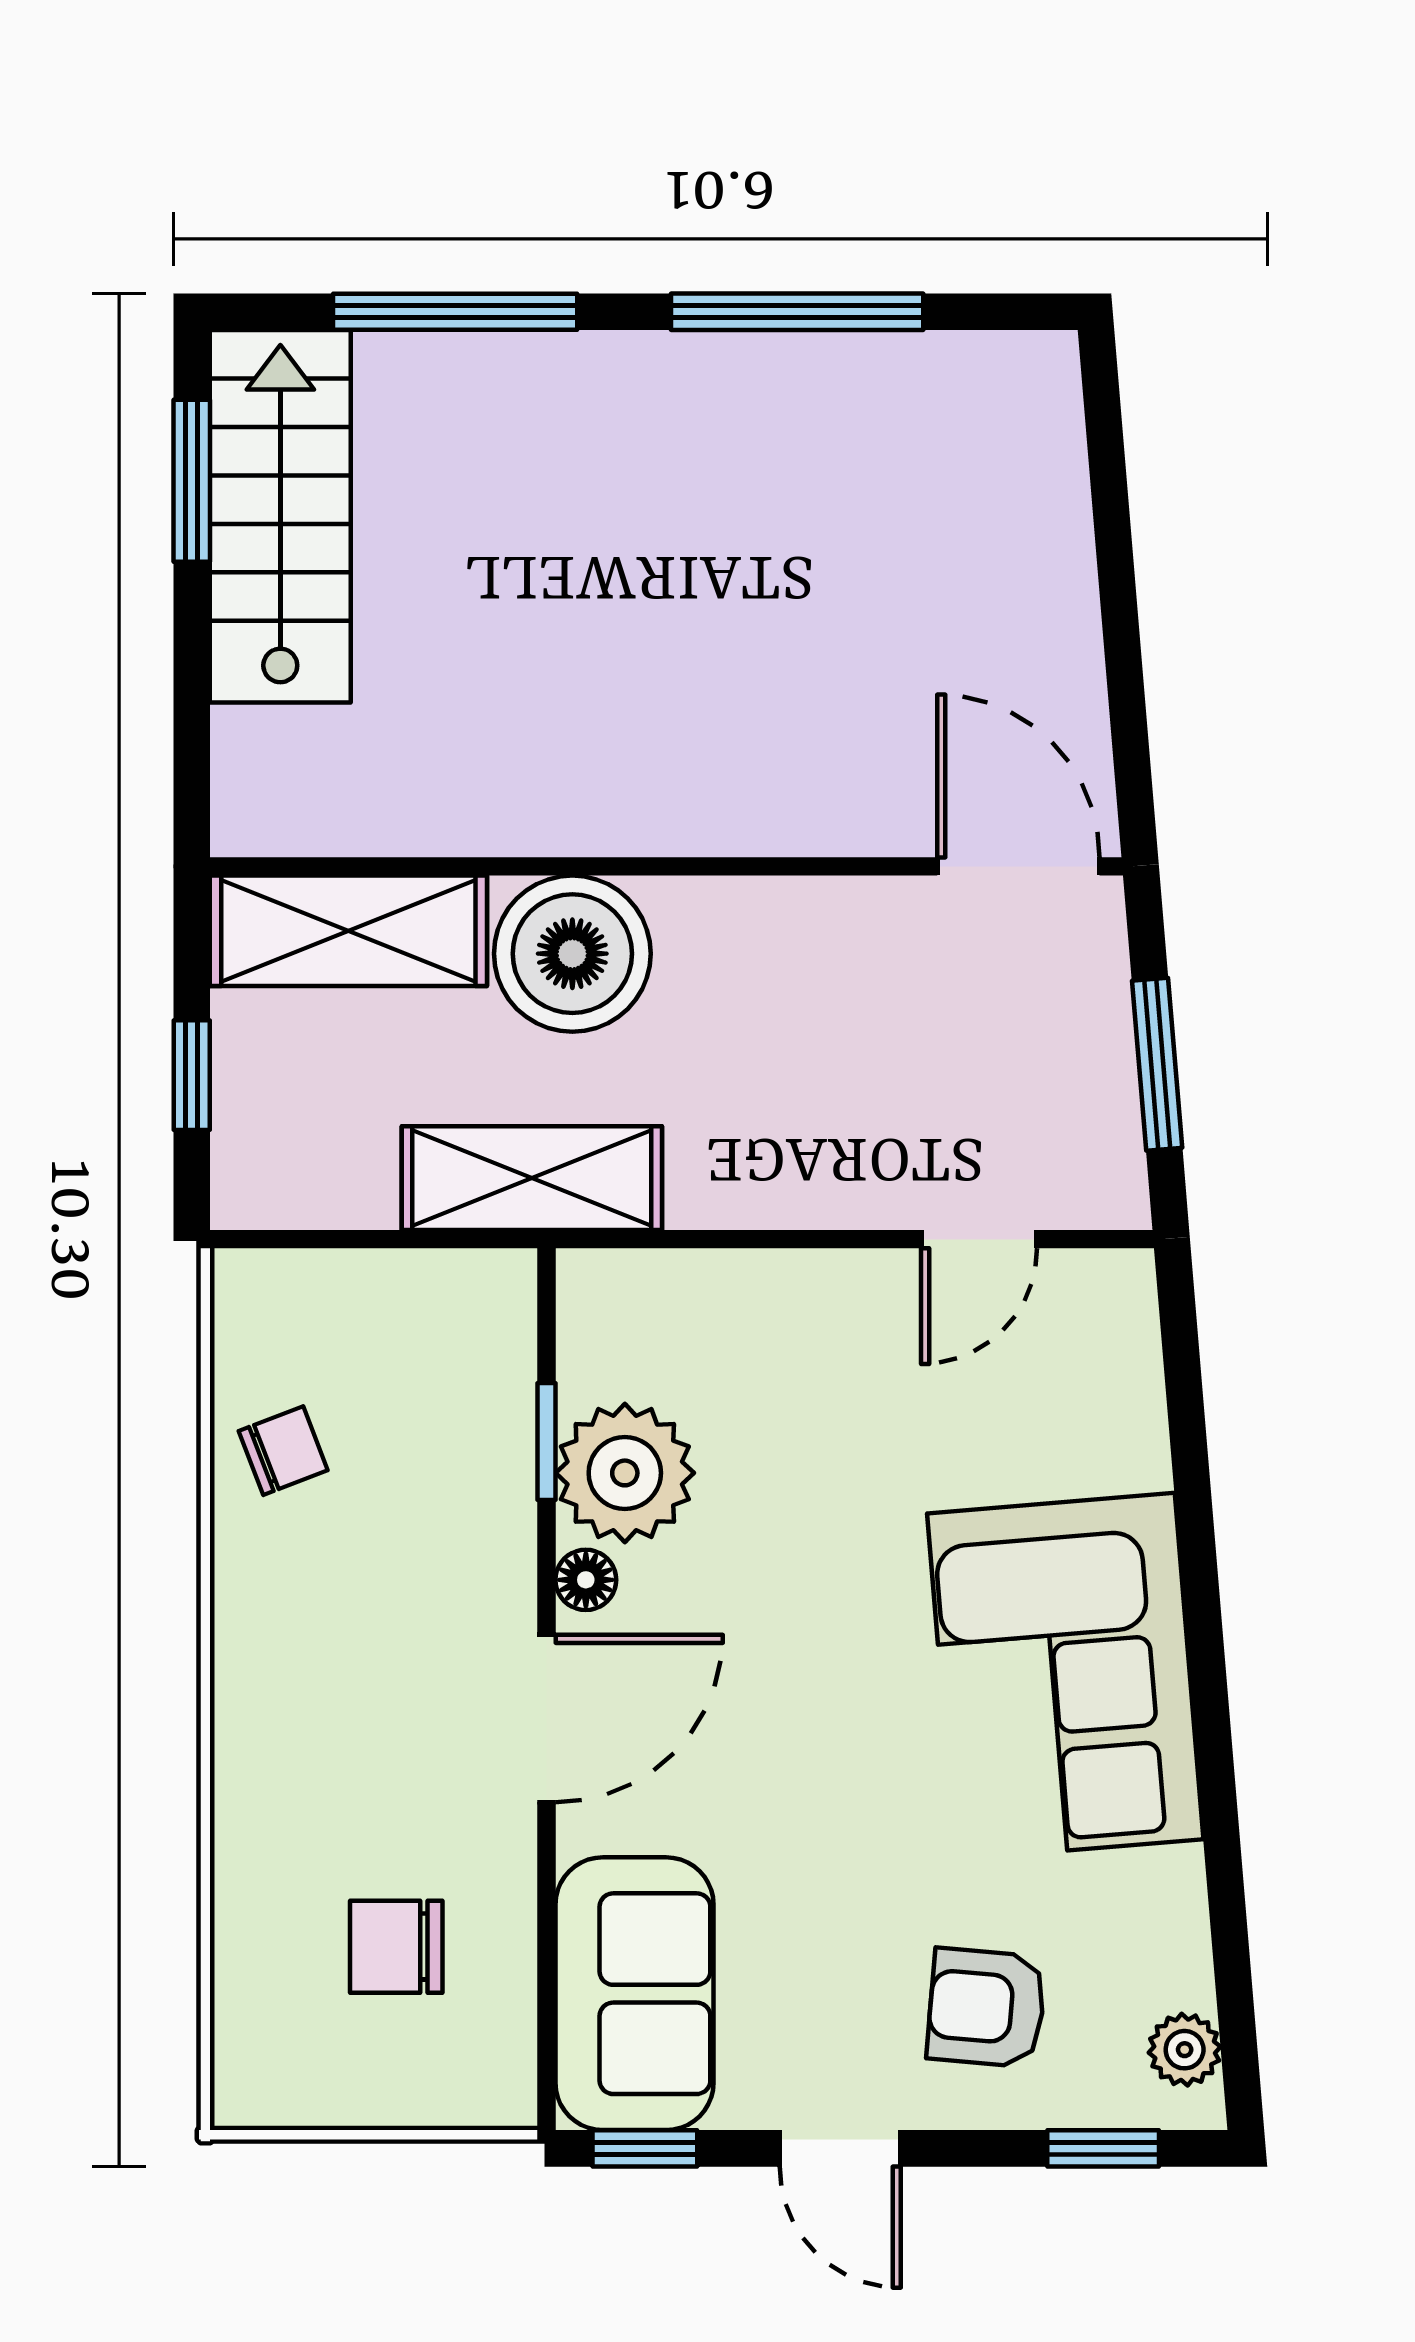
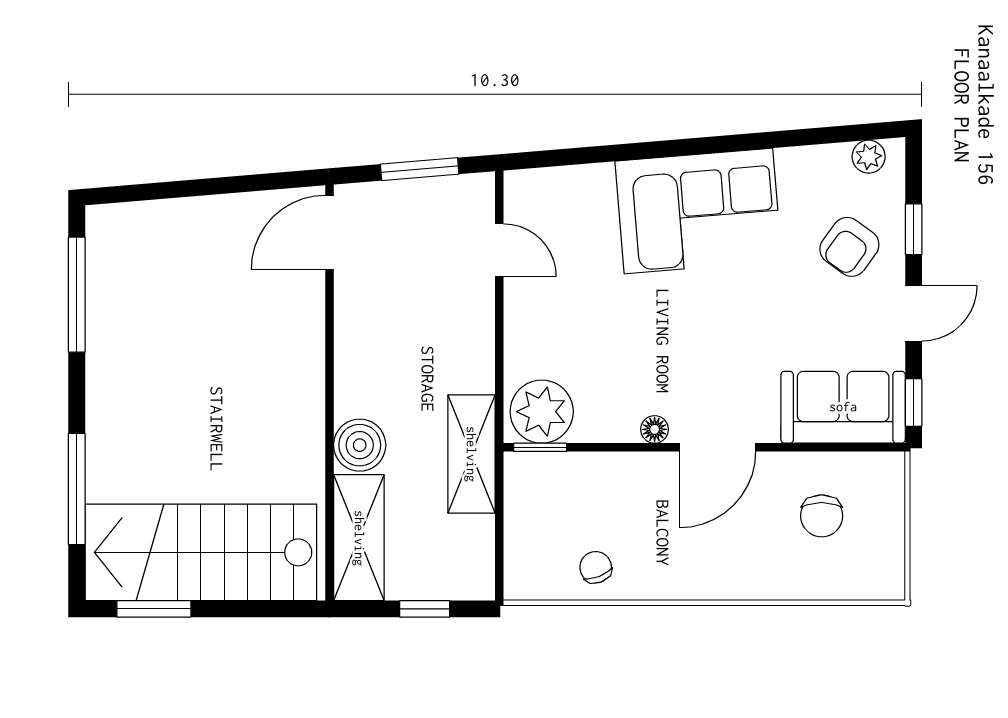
window: (797, 312) -> (77, 295), moved
stairs: (280, 516) -> (201, 552), width x1.36, depth x1.51
boiler: (572, 954) -> (360, 445), width x0.73, depth x0.73
window: (546, 1442) -> (540, 447), moved
plant: (625, 1473) -> (542, 412), moved
door: (546, 1718) -> (718, 447), swing flipped
armchair: (986, 2008) -> (849, 247), turned 31
window: (1103, 2148) -> (914, 229), moved

